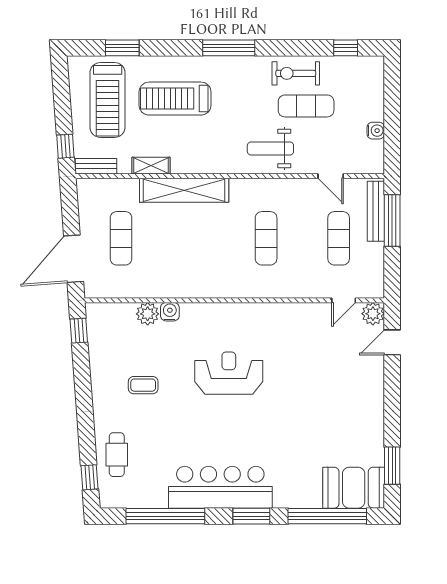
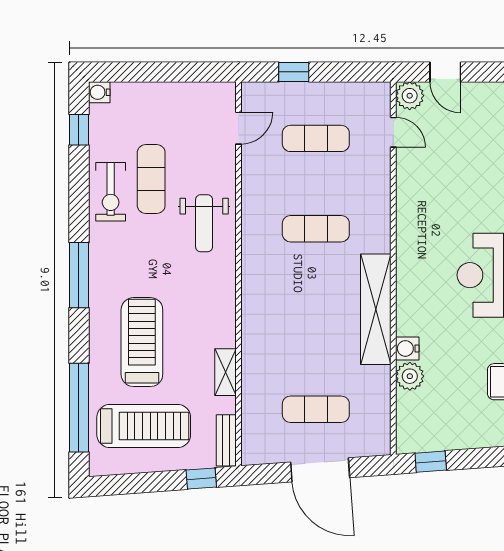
window: (122, 48) -> (79, 408), width x2.11
treadmill: (175, 99) -> (142, 342), turned 180
water cooler: (376, 131) -> (99, 92), moved, turned -90
door: (331, 176) -> (238, 128), moved
shelving: (184, 190) -> (376, 309), moved
bench: (376, 211) -> (282, 92), removed
window: (392, 220) -> (294, 72), width x0.46
door: (74, 259) -> (320, 470), moved

